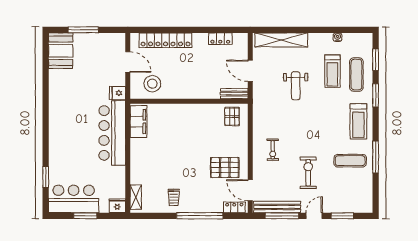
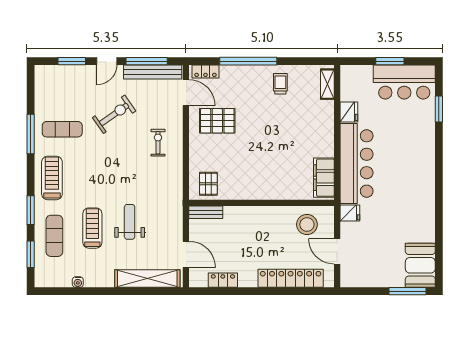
window: (83, 30) -> (408, 291), moved
door: (250, 71) -> (186, 254), moved
treadmill: (332, 71) -> (92, 228), moved
exercise bike: (308, 173) -> (114, 114), turned -125
fridge: (117, 206) -> (349, 112), moved, turned -90

